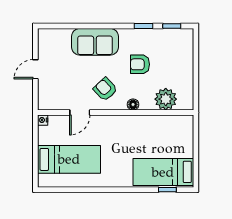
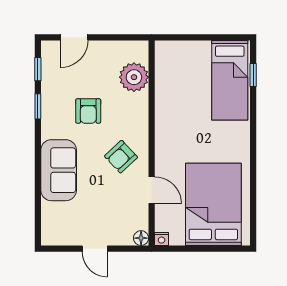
door: (196, 54) -> (74, 37), added
floor lamp: (133, 104) -> (141, 238), moved
bed: (69, 159) -> (213, 204), width x1.50

